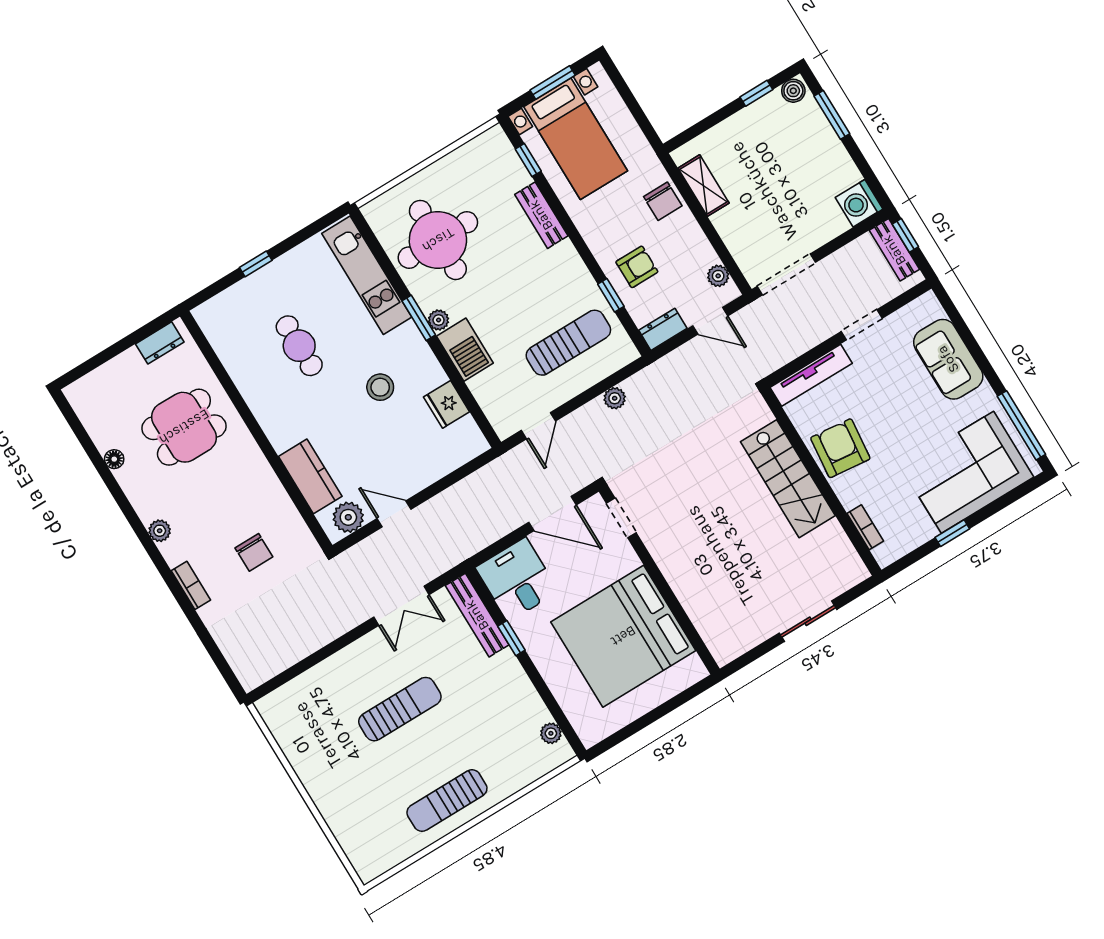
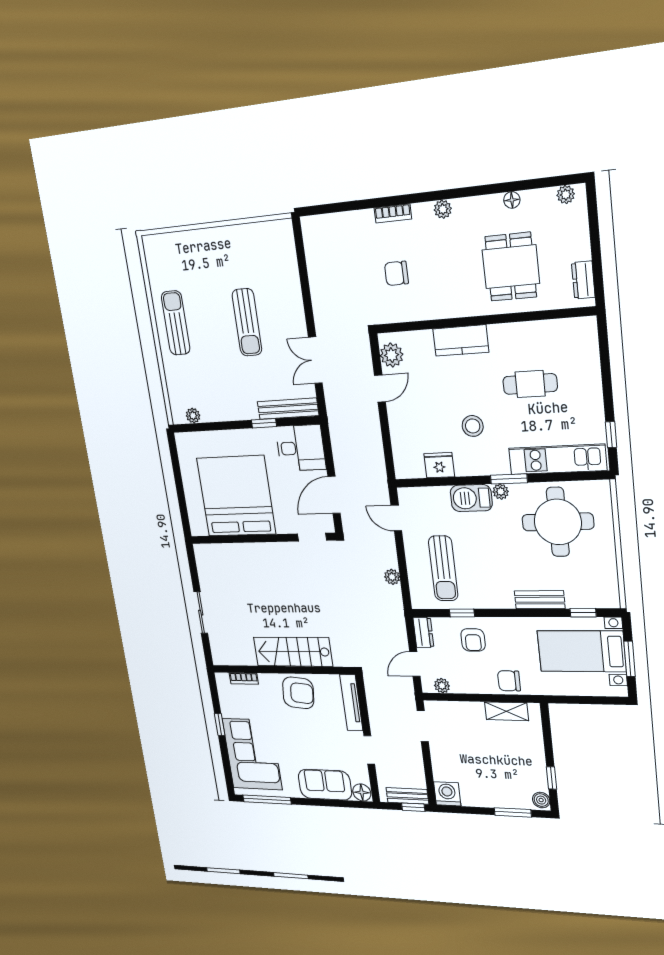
window: (256, 264) -> (611, 435), moved
doorway: (786, 274) -> (423, 726), width x0.73
floor lamp: (928, 308) -> (362, 792), added
plant: (82, 404) -> (566, 195), added
kitchen counter: (310, 476) -> (461, 341), moved

